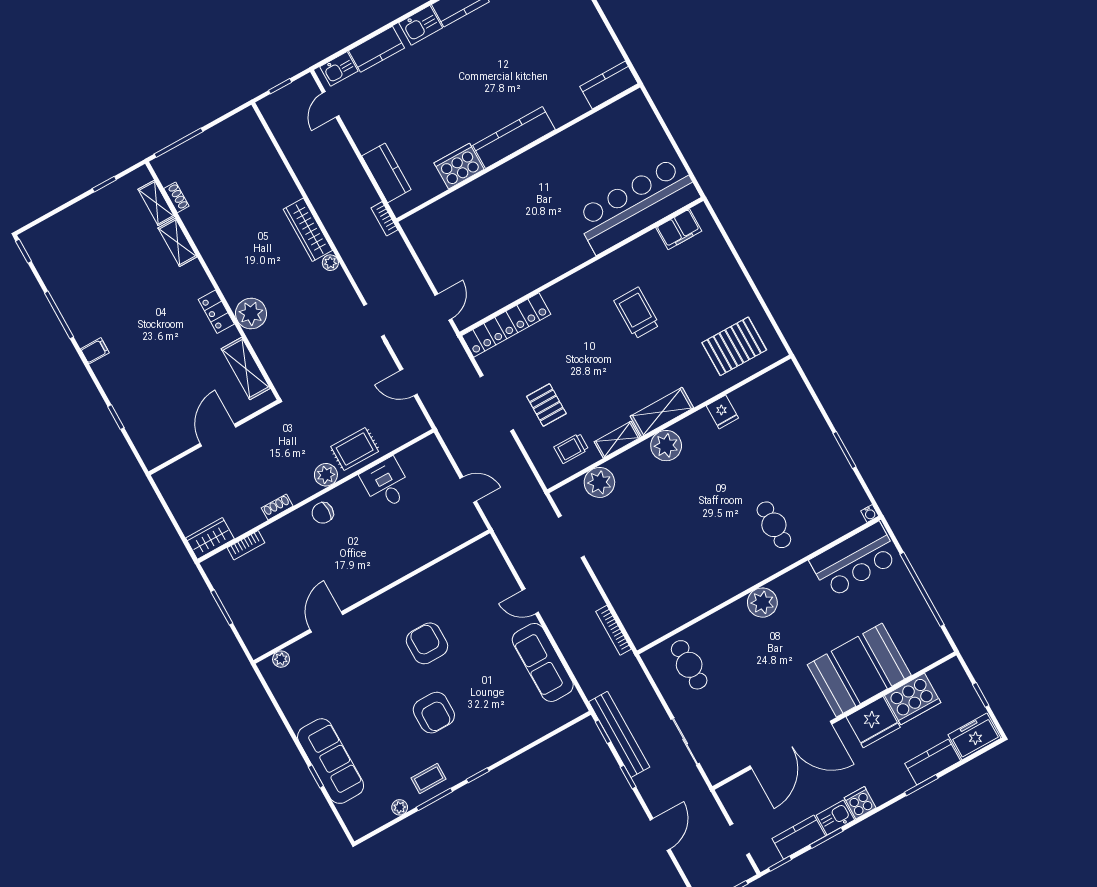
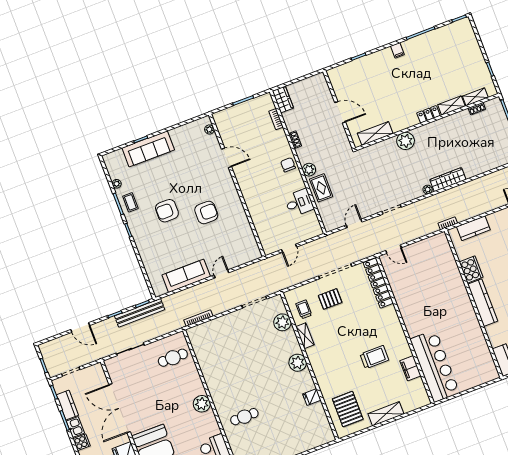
filing cabinet: (679, 229) -> (410, 368), moved
locker: (216, 312) -> (428, 114), moved
shelving: (662, 412) -> (386, 414), moved, turned 90

